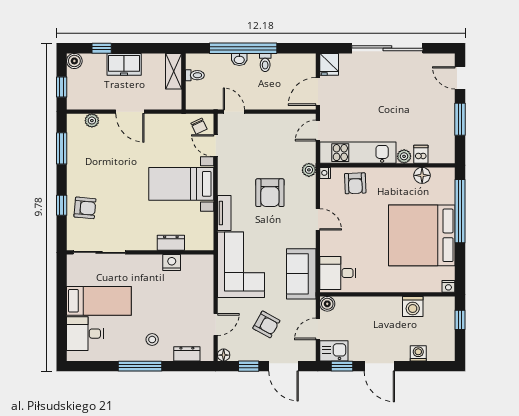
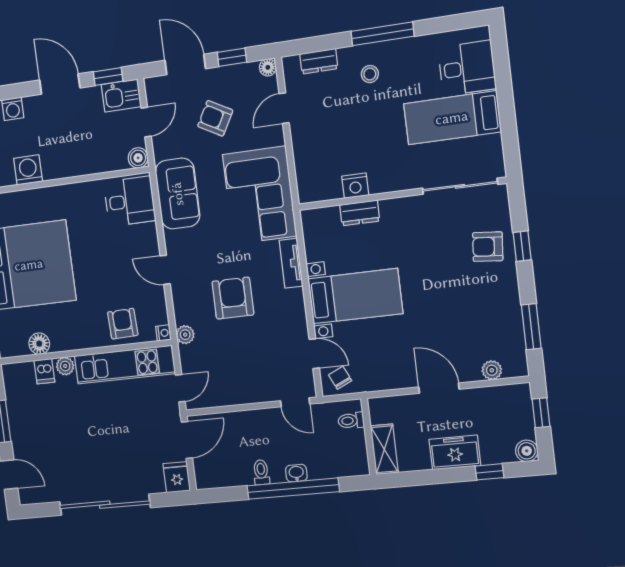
toilet: (195, 75) -> (351, 421), moved

